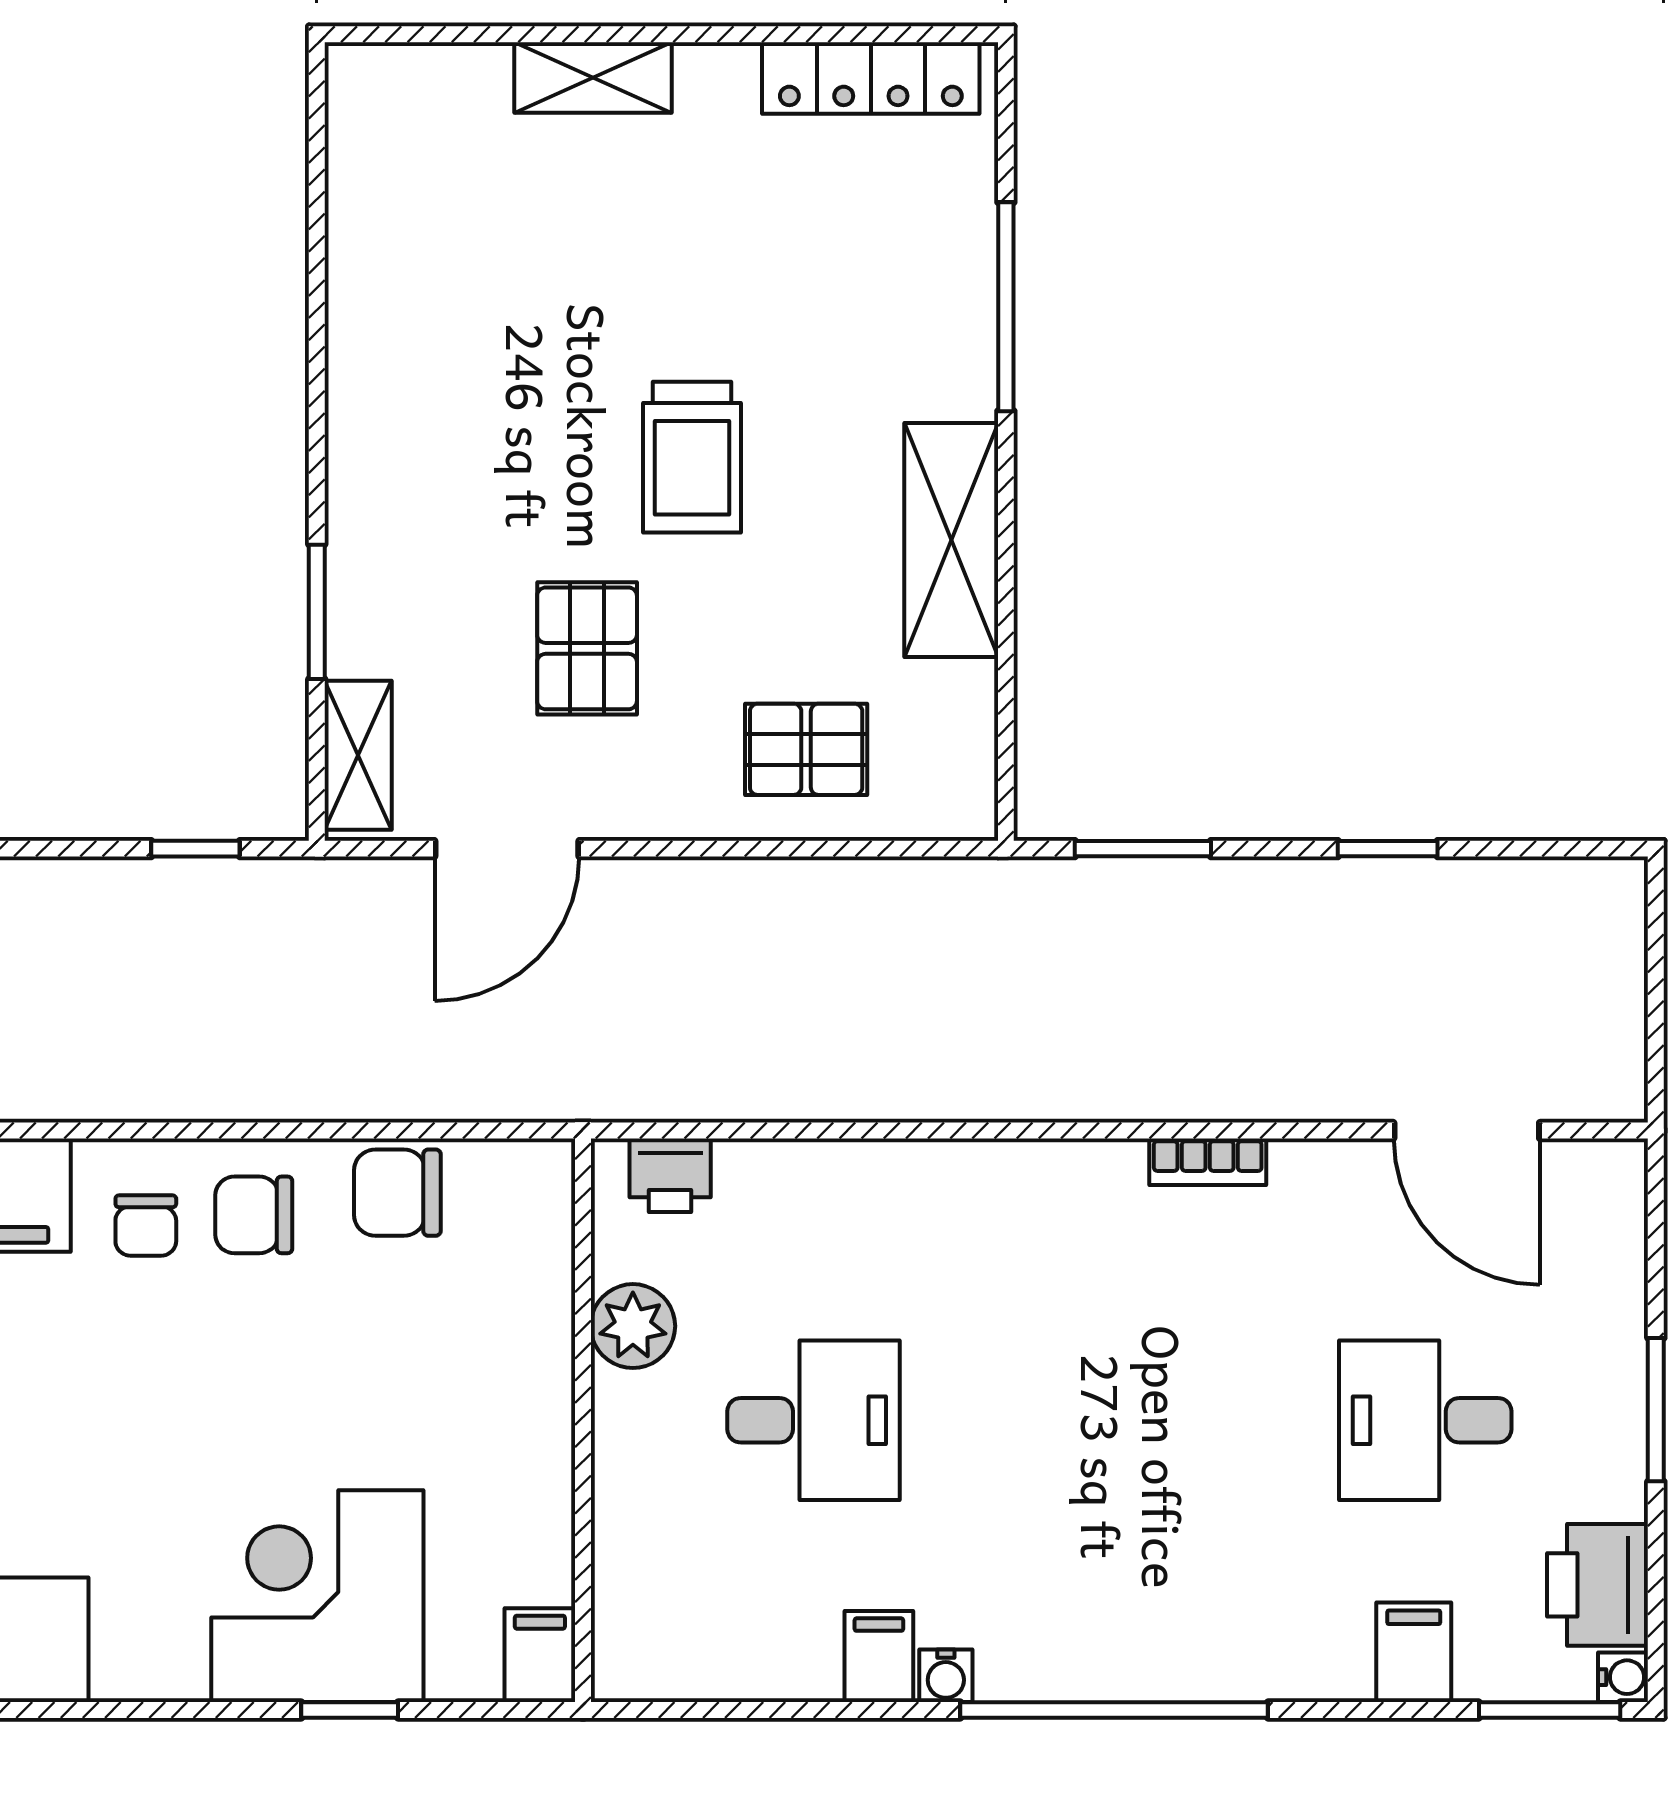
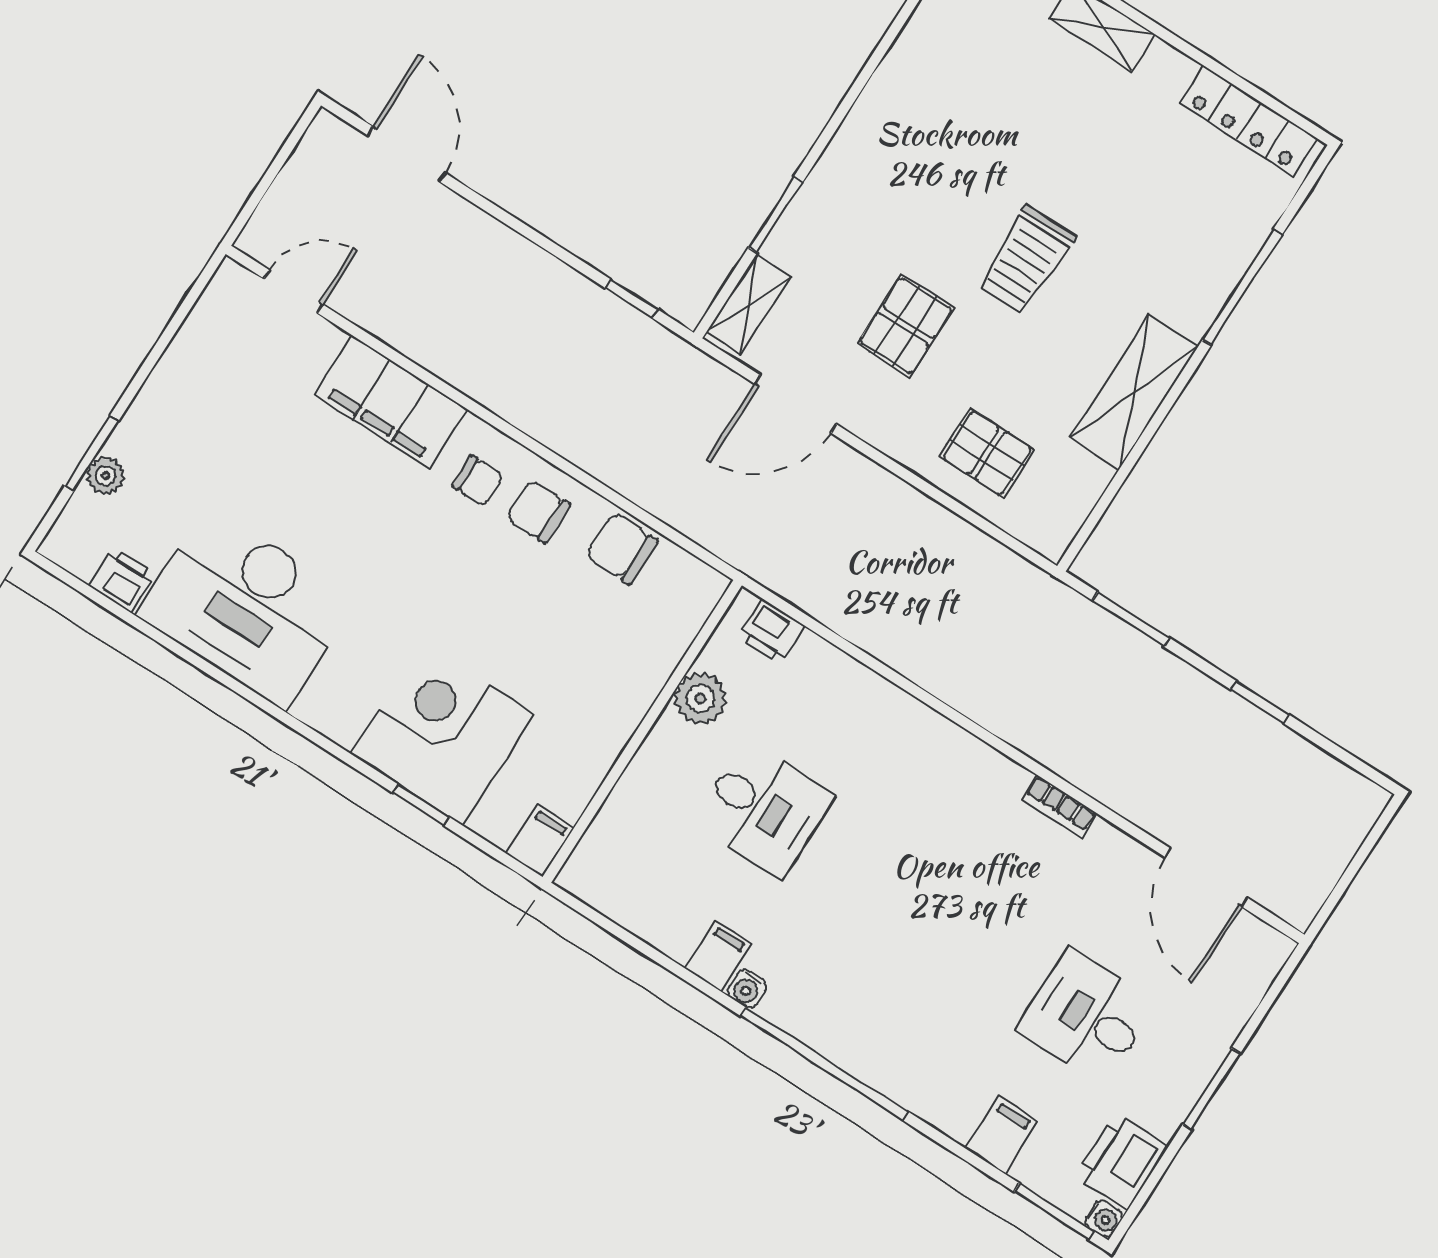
chair: (146, 1225) -> (478, 481), turned -90

